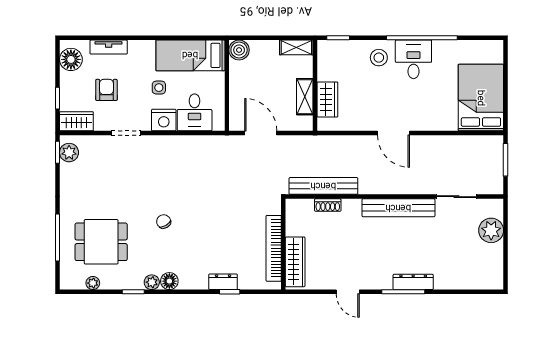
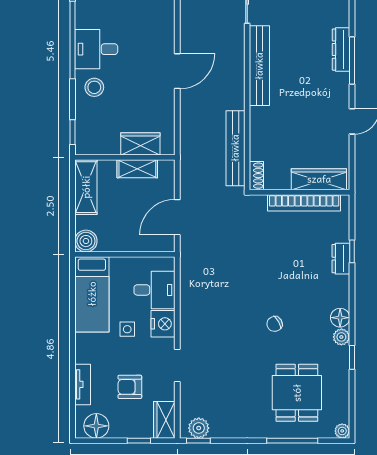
shelving: (296, 47) -> (86, 187), width x1.50, depth x1.33
shoe rack: (328, 205) -> (256, 176), moved
plant: (93, 283) -> (342, 431), moved

